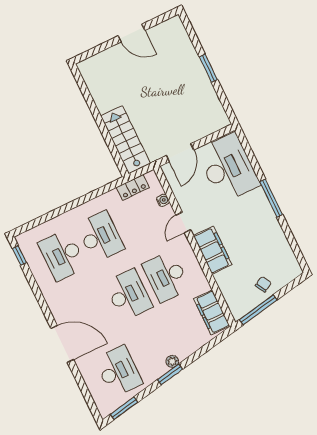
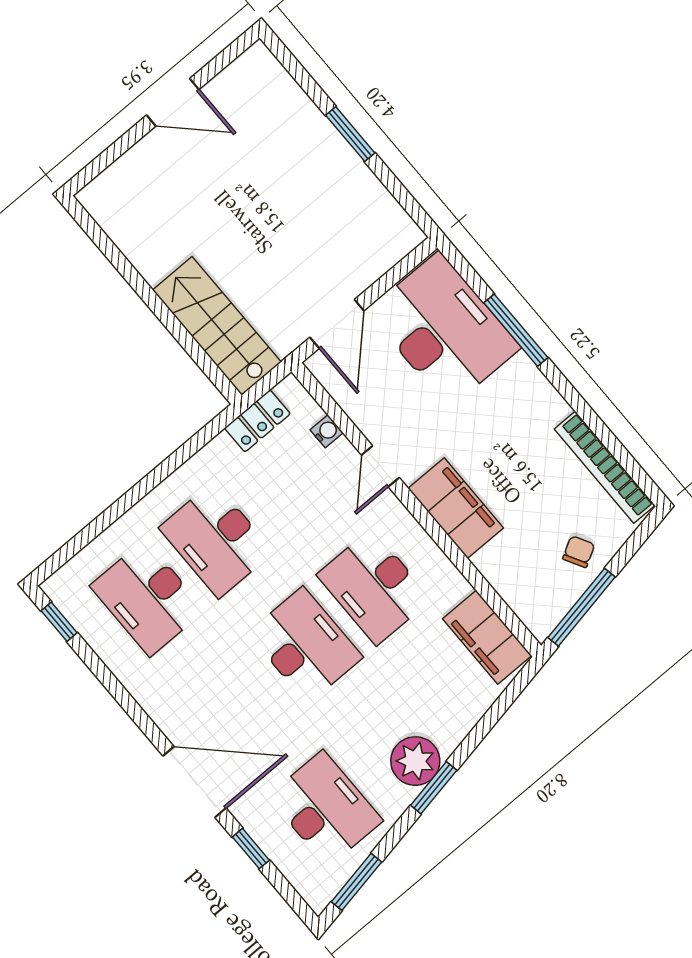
window: (271, 198) -> (516, 330), moved
desk: (100, 237) -> (216, 540), turned 180
bookcase: (285, 249) -> (605, 467), added
plant: (172, 361) -> (415, 761), width x1.88, depth x1.88
window: (80, 381) -> (251, 849), added

